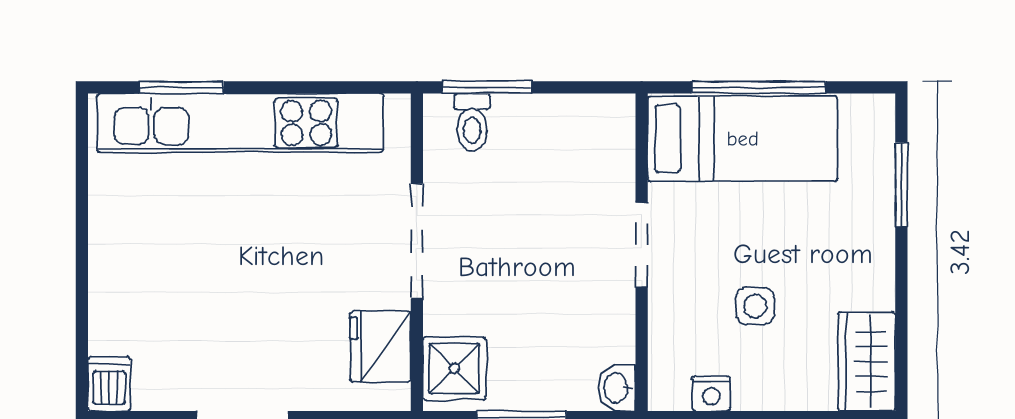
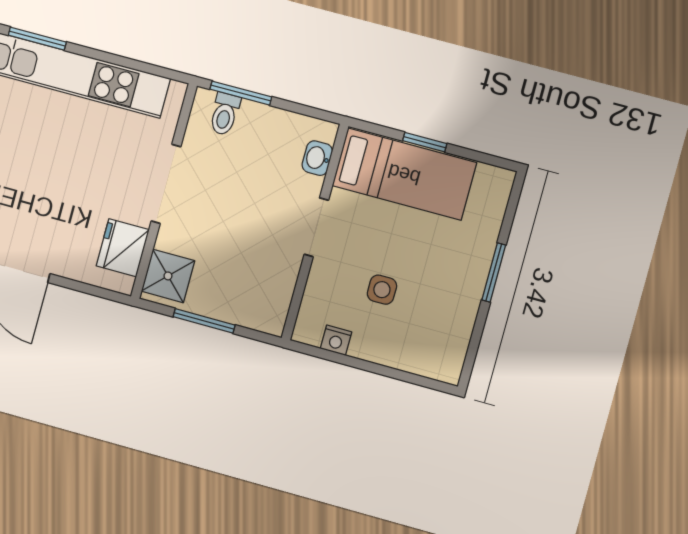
window: (759, 87) -> (425, 142), width x0.46
window: (901, 185) -> (494, 272), moved
wardrobe: (867, 361) -> (448, 348), removed
washbasin: (617, 388) -> (317, 158), moved

